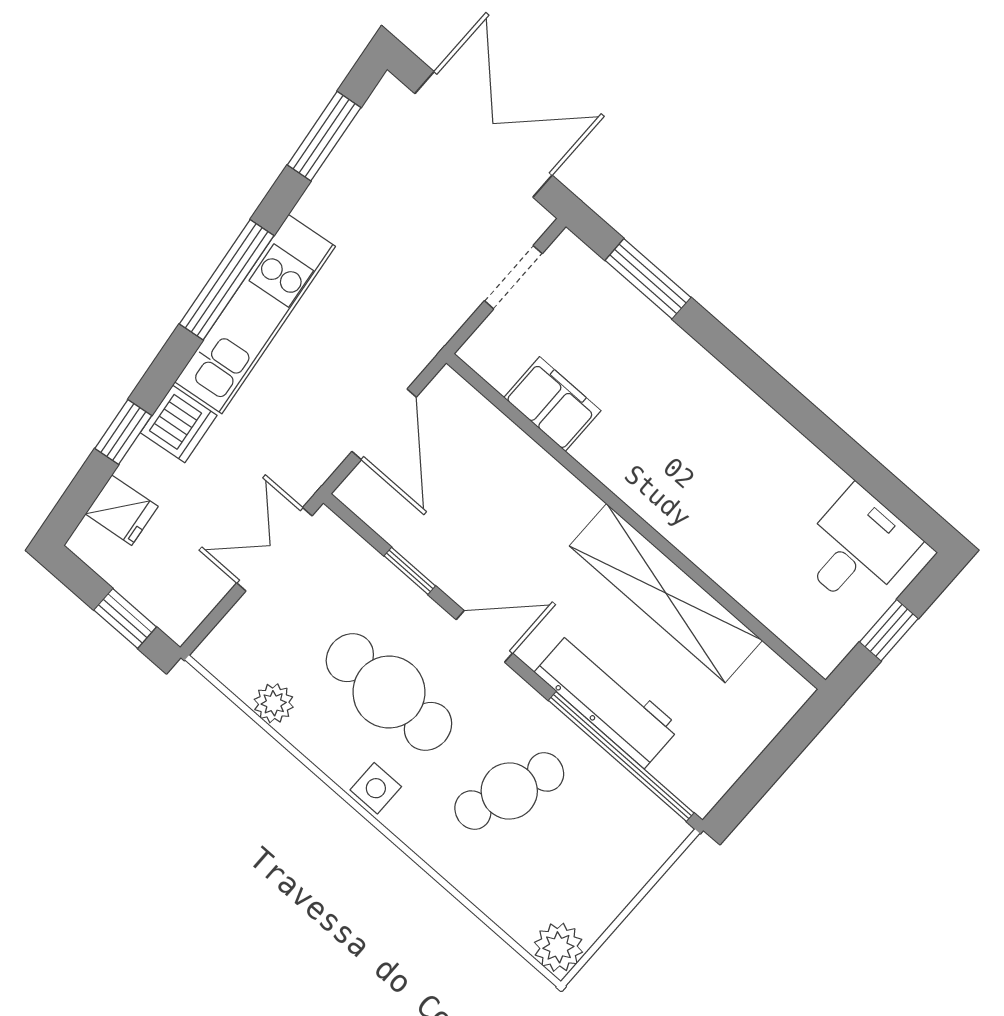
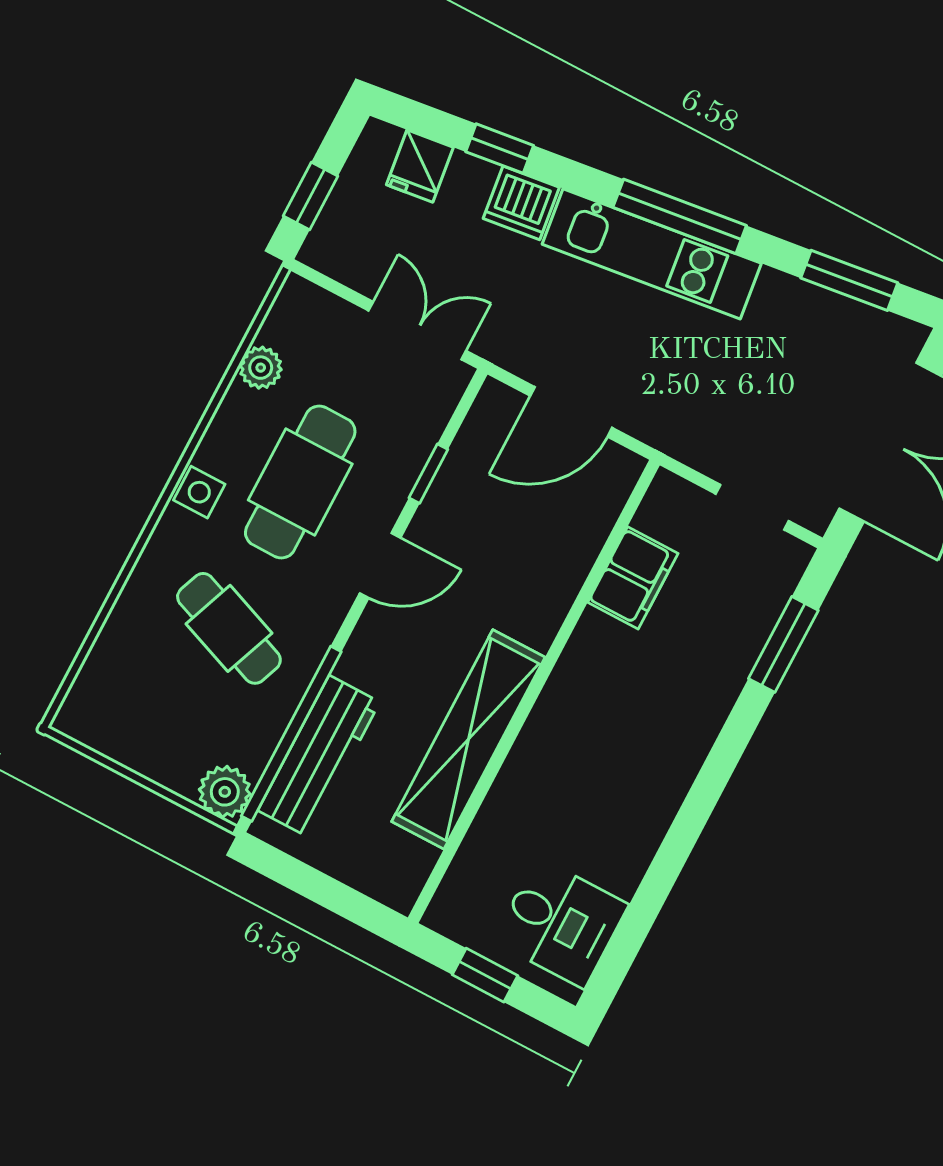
door: (484, 636) -> (380, 565), hinge flipped
workbench: (607, 700) -> (319, 756), moved
plant: (558, 947) -> (225, 792), moved

